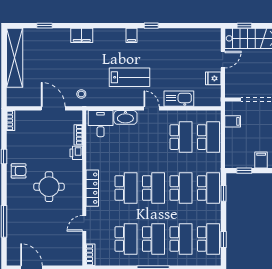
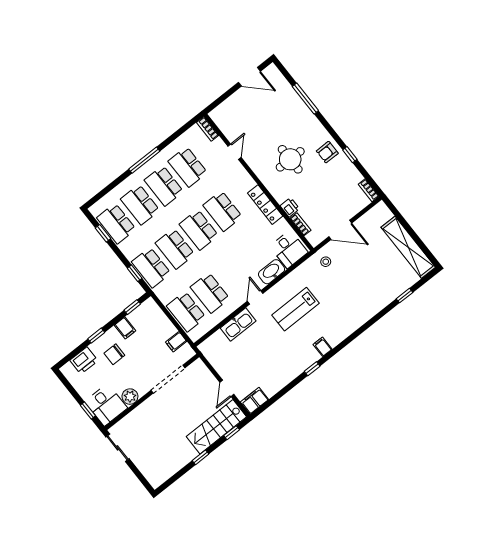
filing cabinet: (82, 35) -> (254, 401), moved
fridge: (213, 78) -> (222, 366), removed
door: (151, 108) -> (255, 297), swing flipped
locker: (92, 188) -> (265, 205), moved

